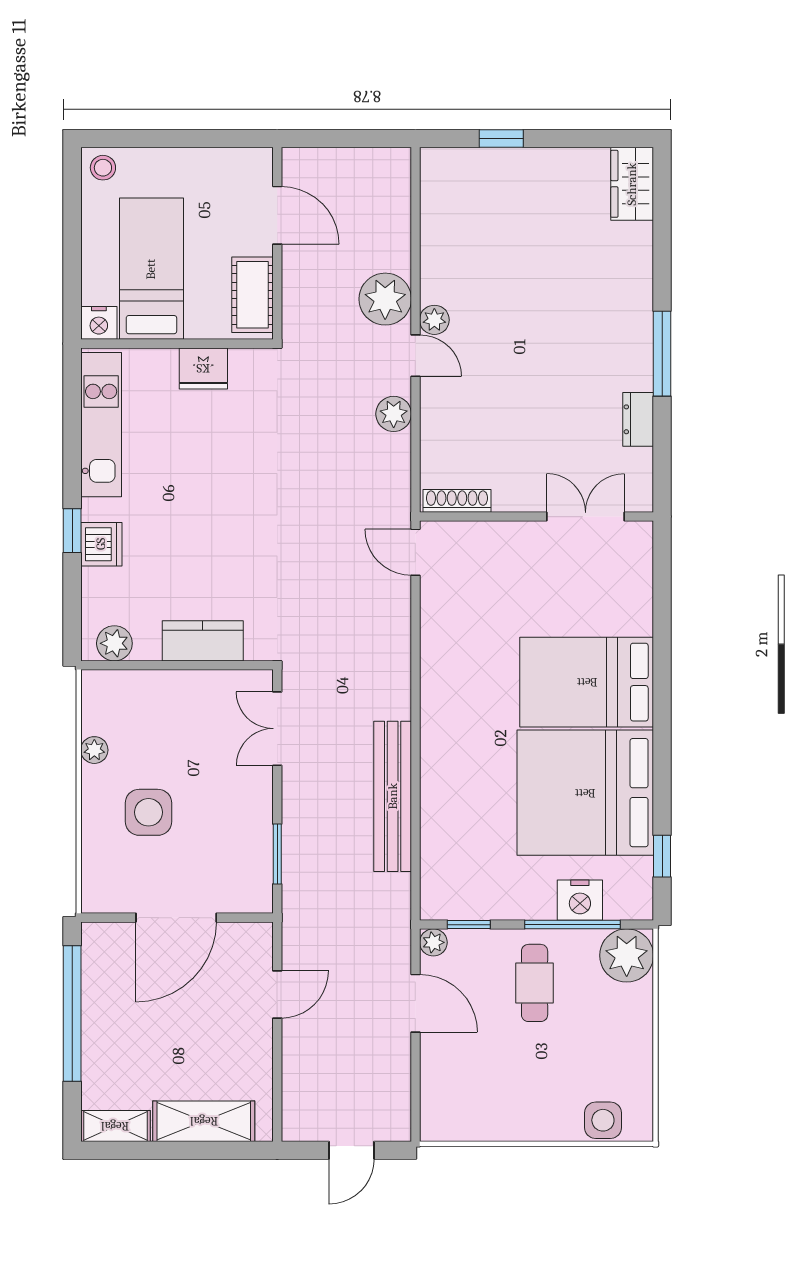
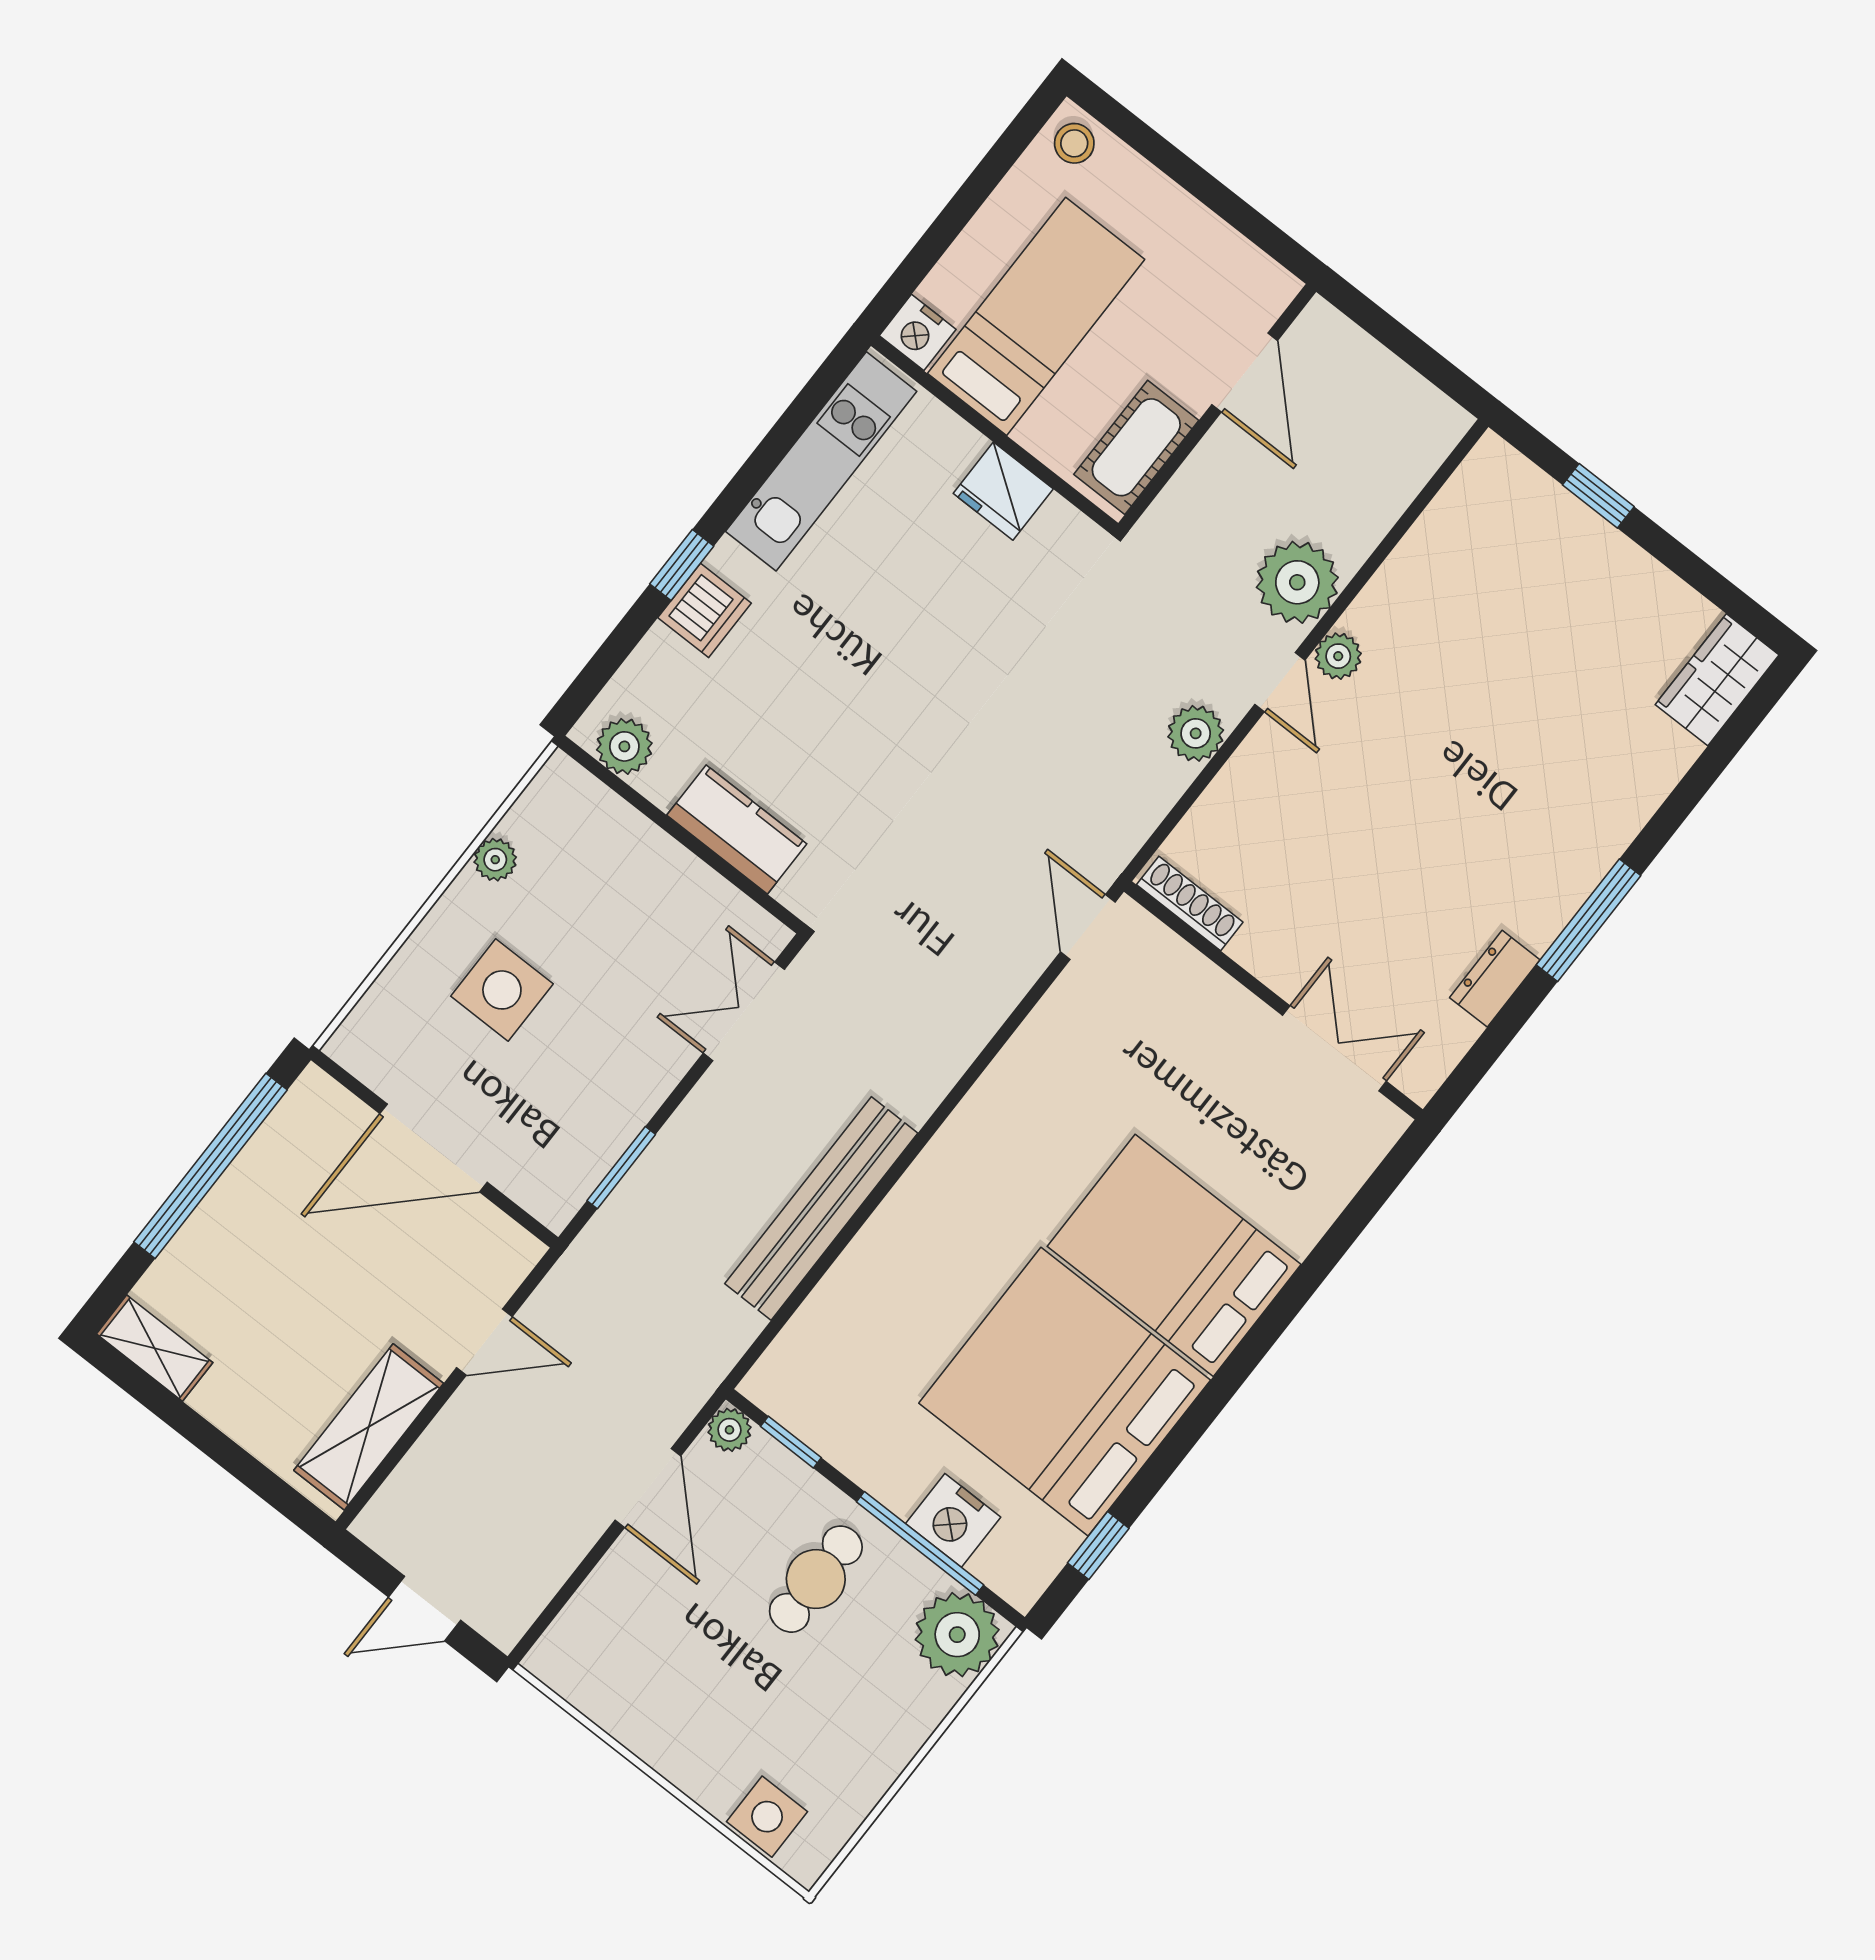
shelving: (204, 1121) -> (369, 1427), moved, turned 90

